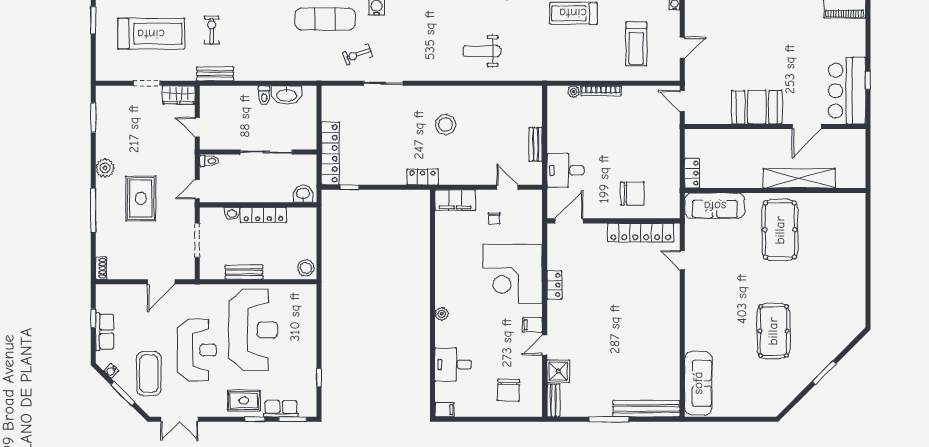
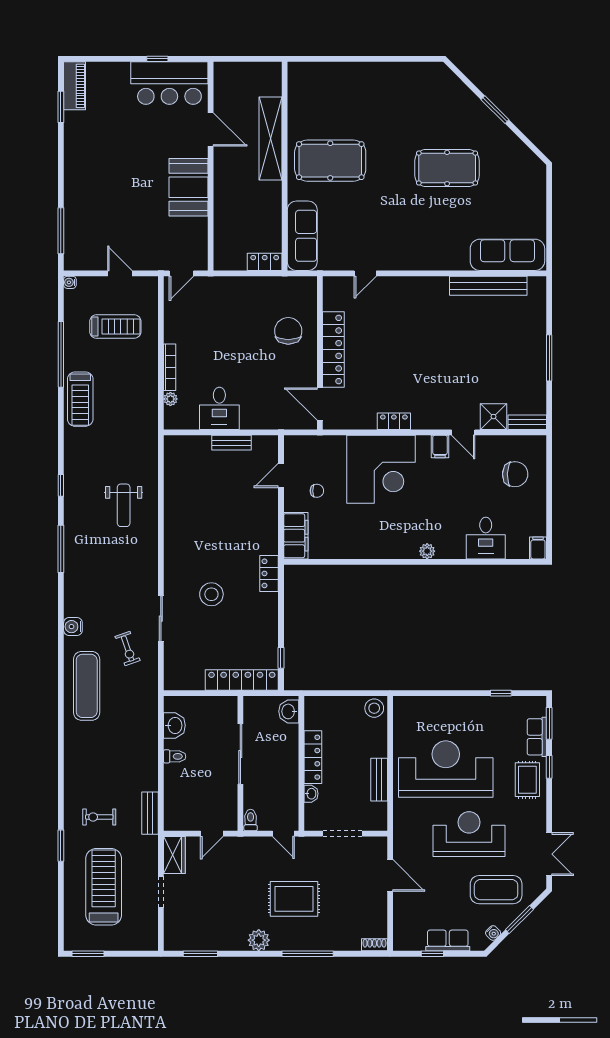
washbasin: (287, 95) -> (174, 725), width x0.72
stool: (446, 124) -> (211, 594), moved
desk: (565, 170) -> (219, 408), moved
locker: (641, 233) -> (333, 349), moved
bench: (646, 409) -> (488, 286), moved, turned 90

